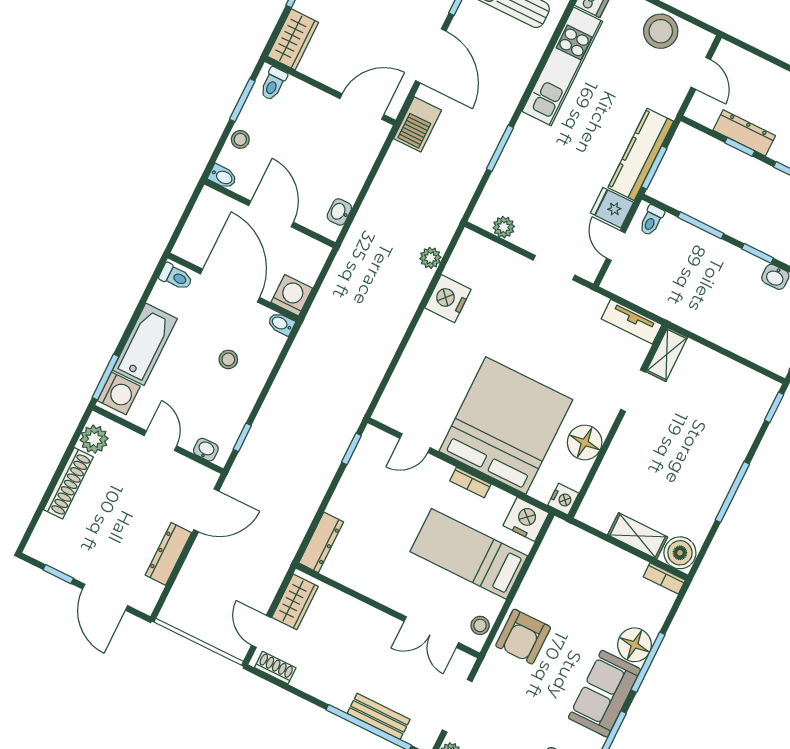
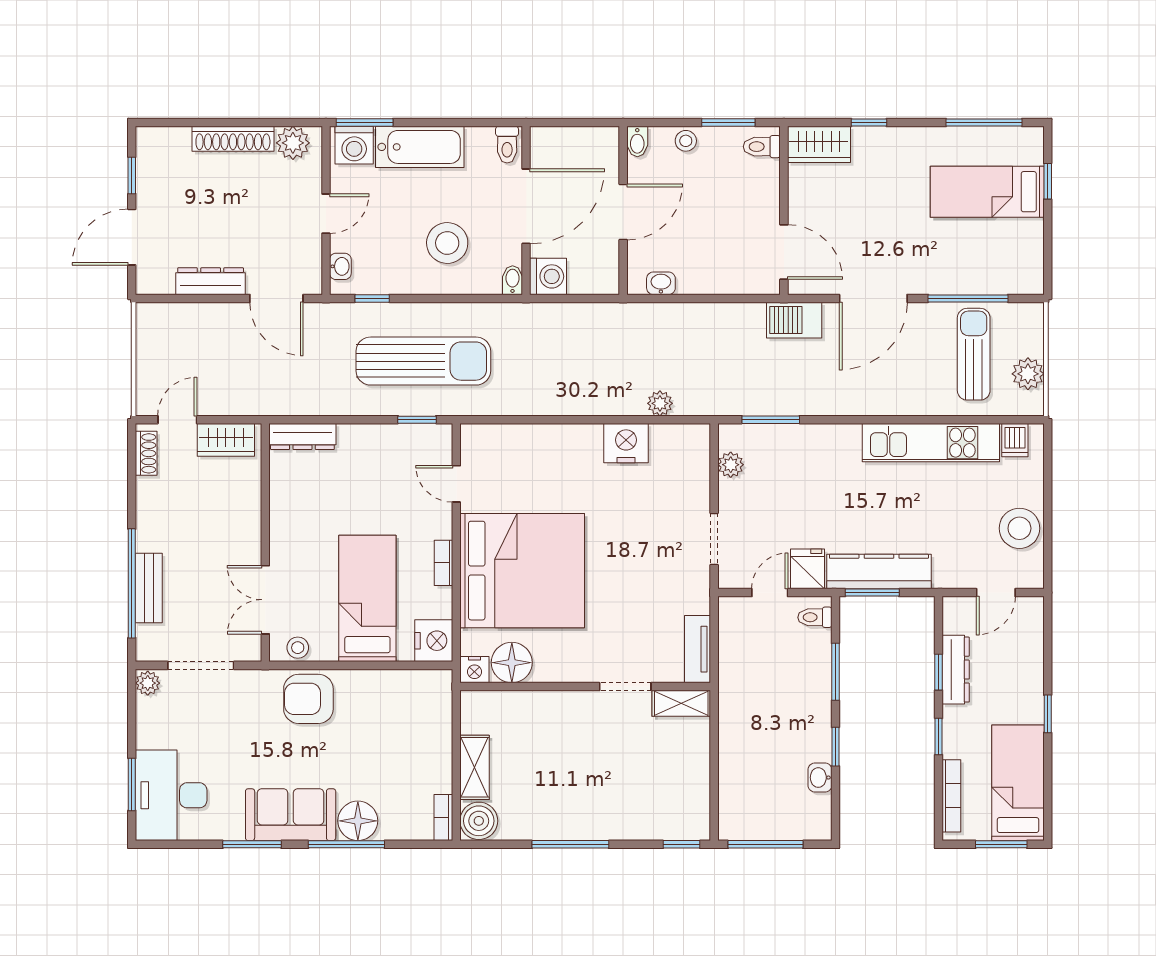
window: (500, 148) -> (771, 420), moved
stool: (228, 359) -> (447, 243), width x1.89, depth x1.89
sun lounger: (309, 422) -> (423, 361), added
floor lamp: (585, 442) -> (512, 663), moved

